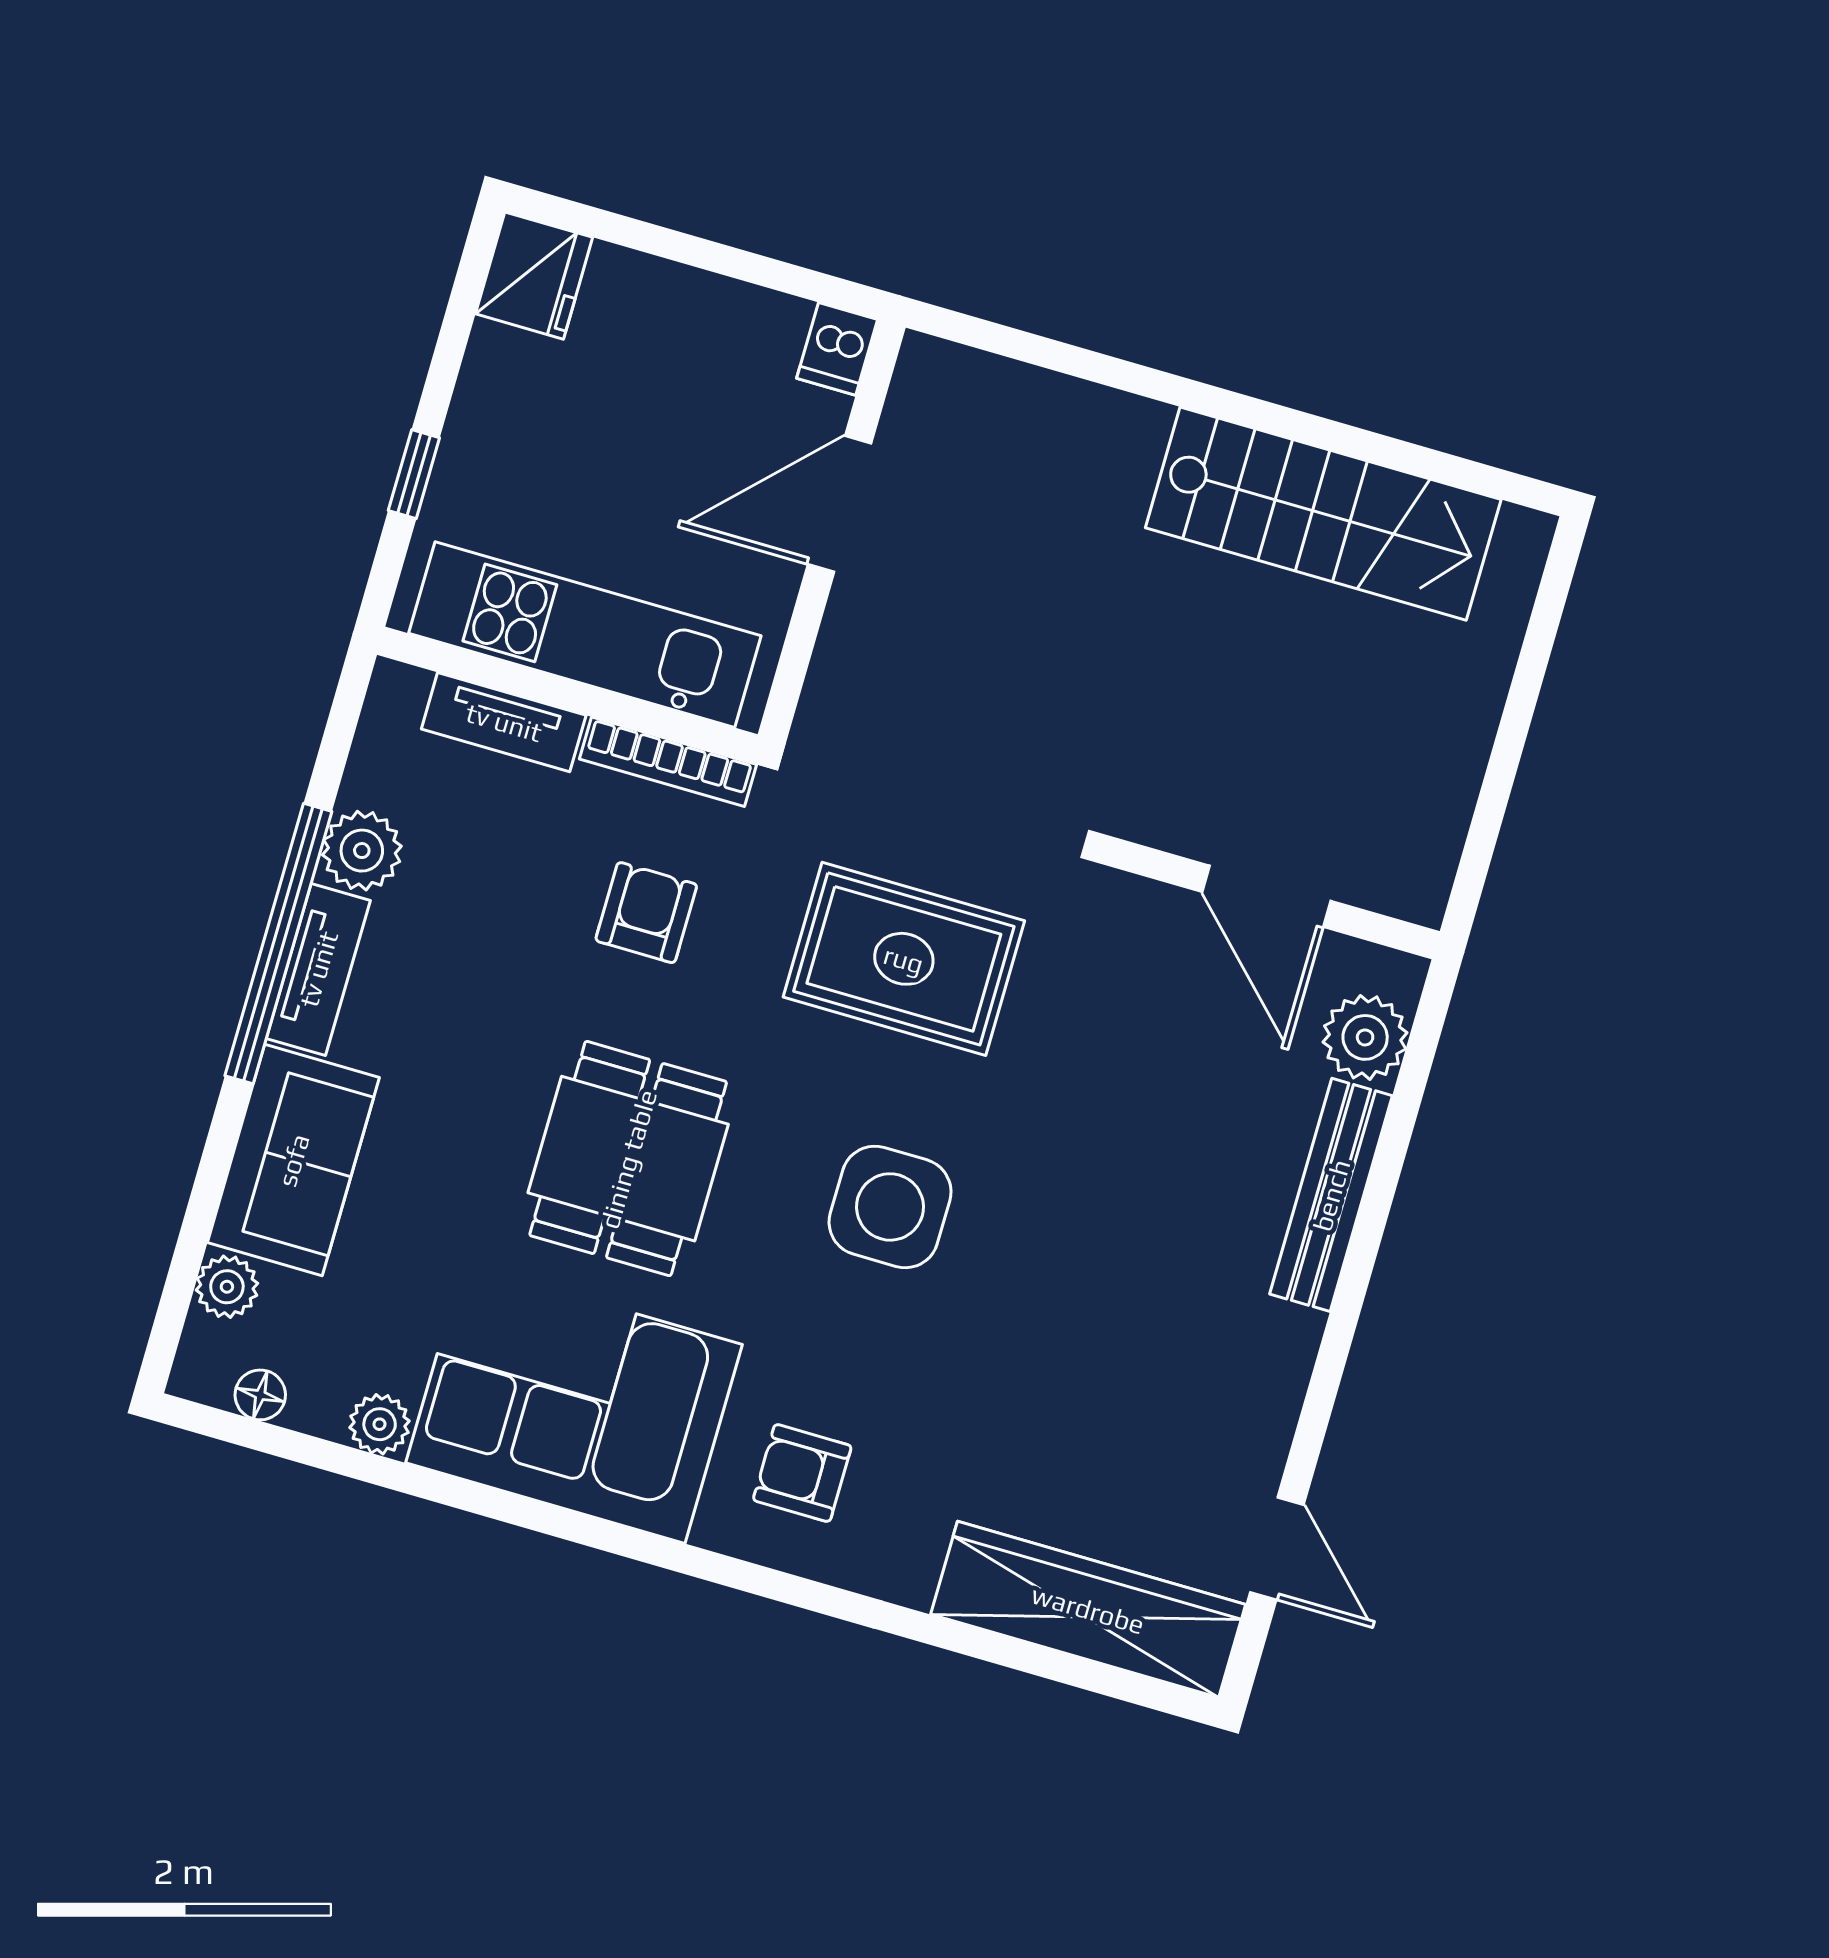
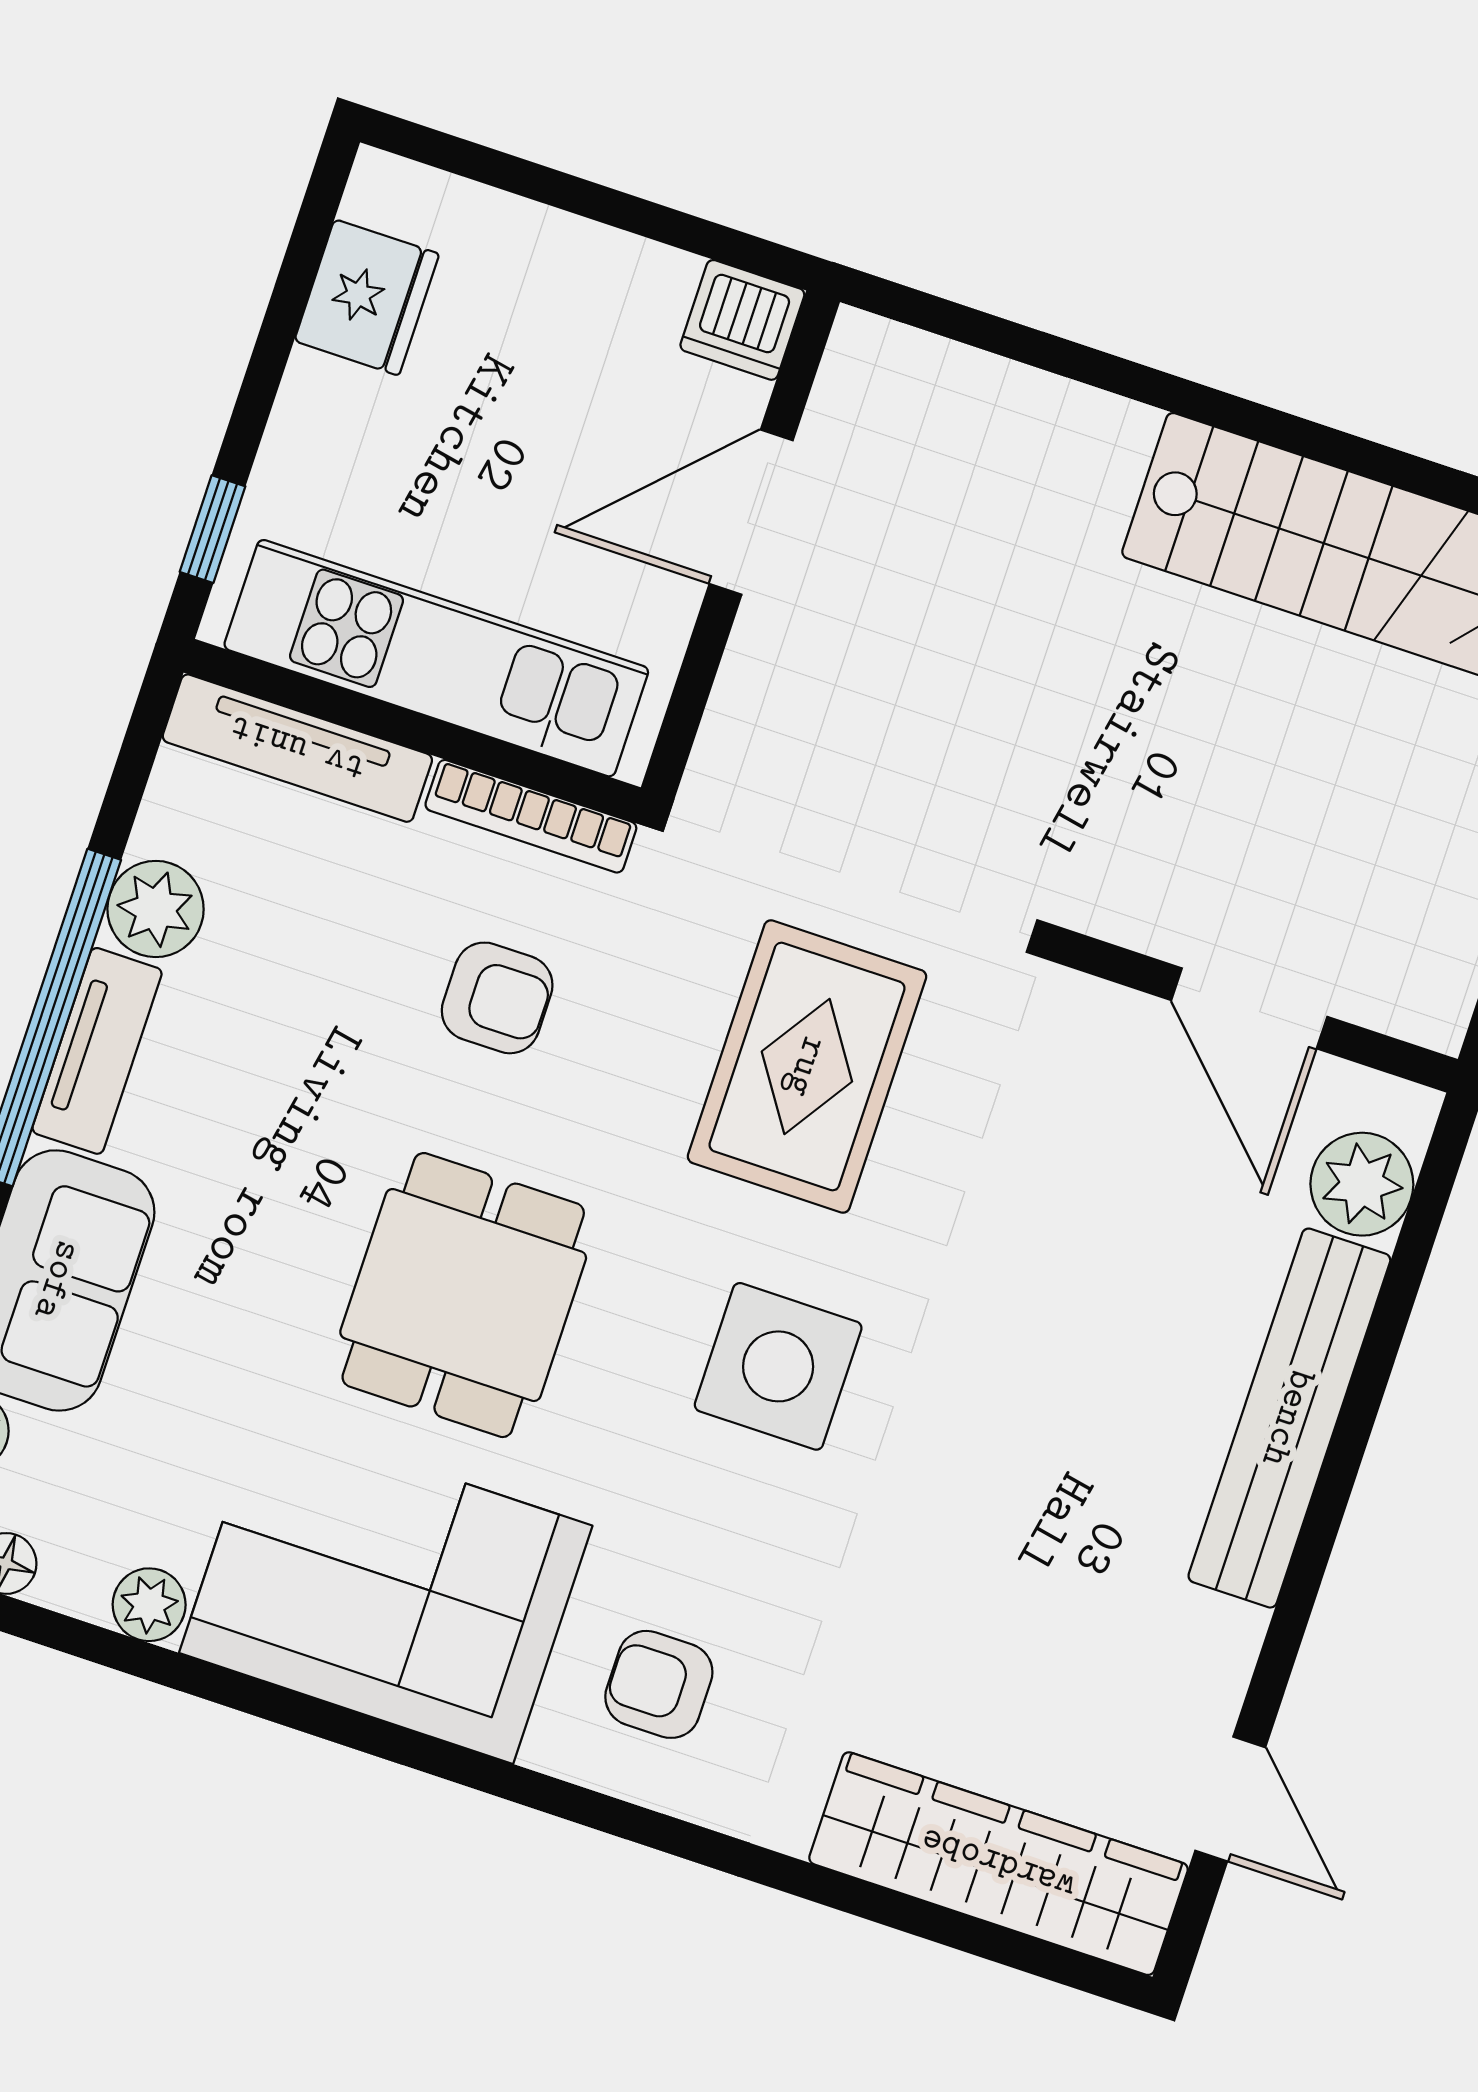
fridge: (534, 276) -> (367, 297), moved
dishwasher: (837, 349) -> (742, 320), width x1.38
window: (414, 474) -> (213, 529), moved
tv unit: (504, 722) -> (297, 748), width x1.41
armchair: (646, 913) -> (497, 998), turned 90
rug: (904, 959) -> (807, 1067), turned 90
bench: (1331, 1195) -> (1289, 1418), width x1.37, depth x1.21

